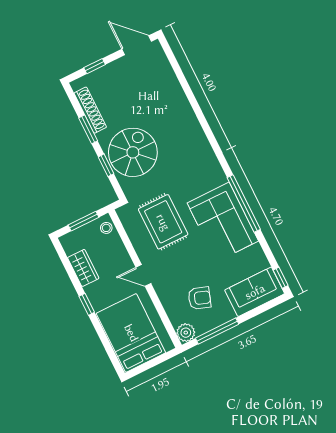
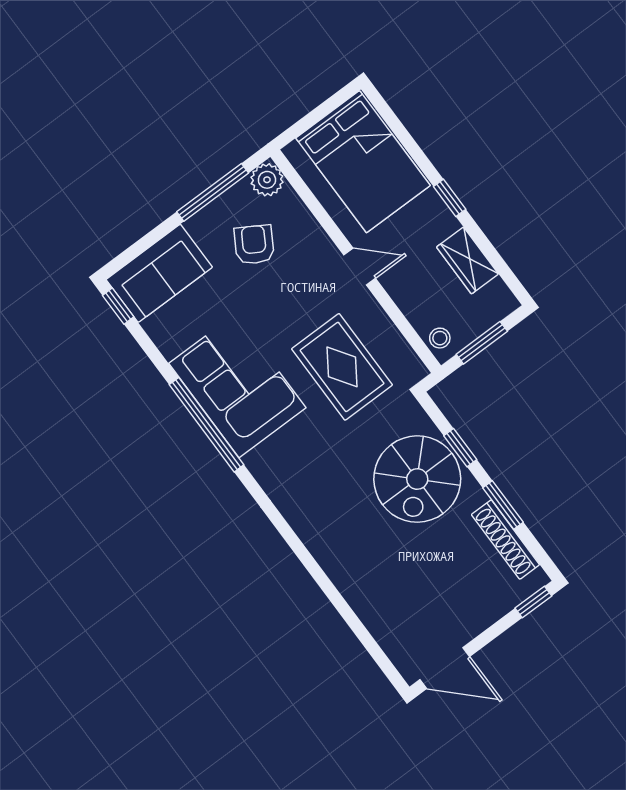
window: (95, 66) -> (533, 602), moved
armchair: (199, 298) -> (254, 245), turned 102

